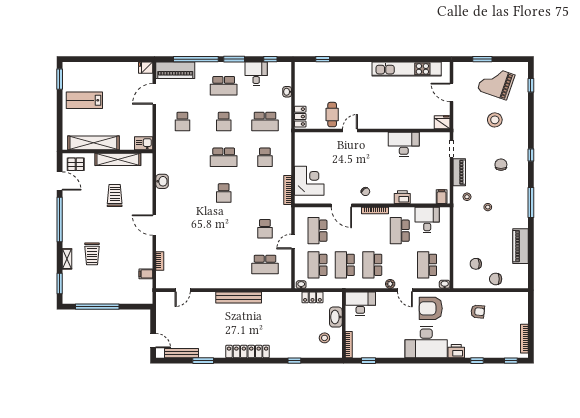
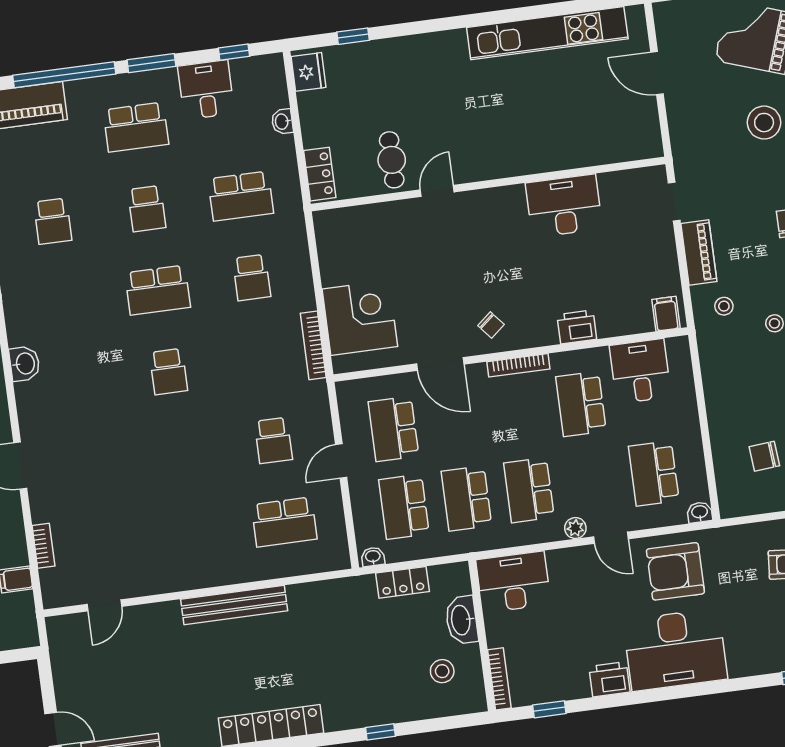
fridge: (442, 122) -> (308, 72), moved, turned 90
printer: (456, 351) -> (610, 679), moved

